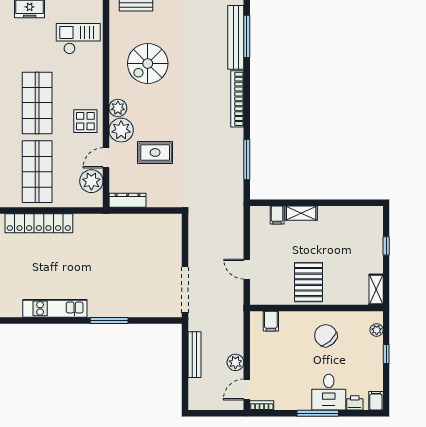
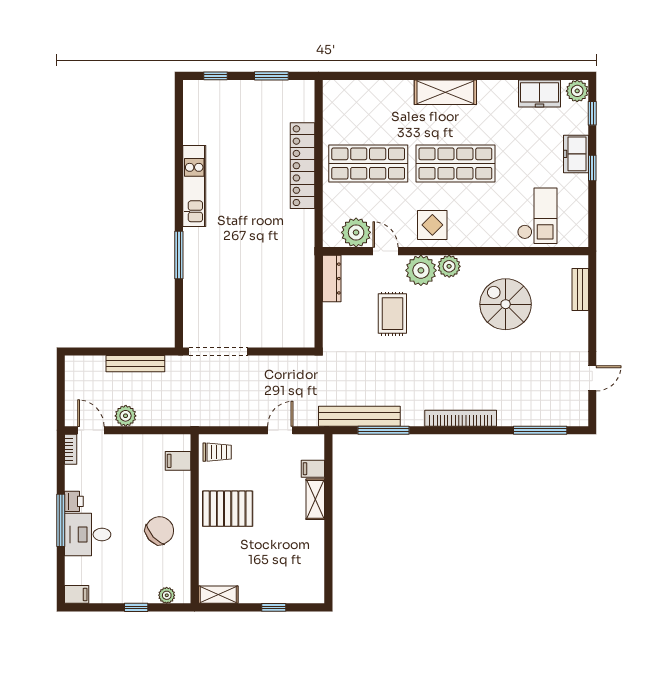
bench: (236, 37) -> (359, 416), moved
door: (247, 269) -> (280, 430), moved
trolley: (264, 290) -> (217, 452), added
printer: (355, 403) -> (74, 501), moved

